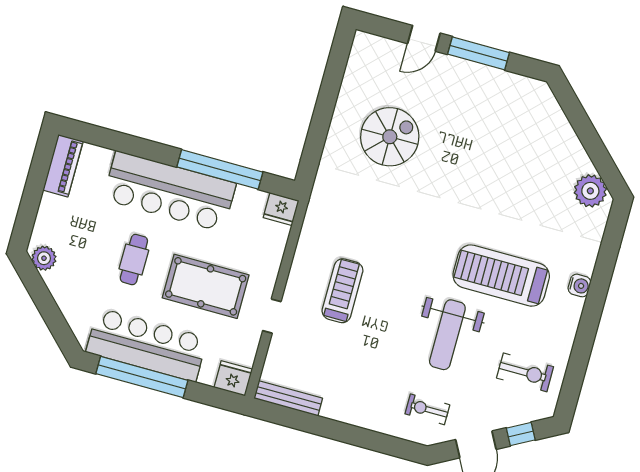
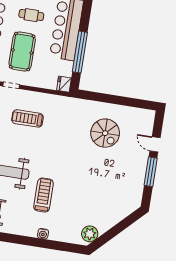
treadmill: (501, 276) -> (44, 195), width x0.73, depth x0.73
treadmill: (342, 291) -> (27, 118), turned 180

